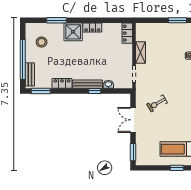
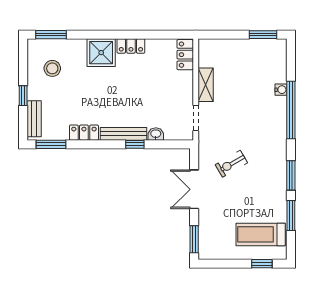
window: (57, 20) -> (51, 35), moved
window: (23, 60) -> (23, 96), width x0.32

